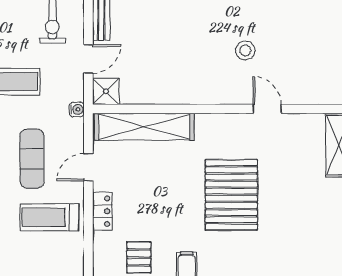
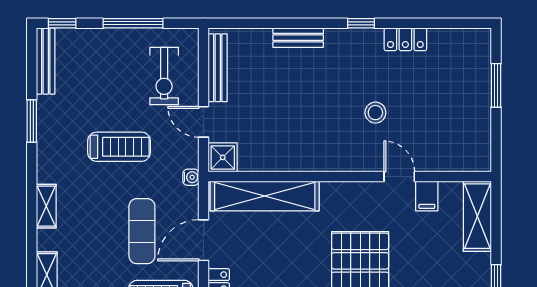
door: (88, 59) -> (204, 122), swing flipped
filing cabinet: (292, 127) -> (427, 196), added
door: (88, 167) -> (204, 240), width x1.38

